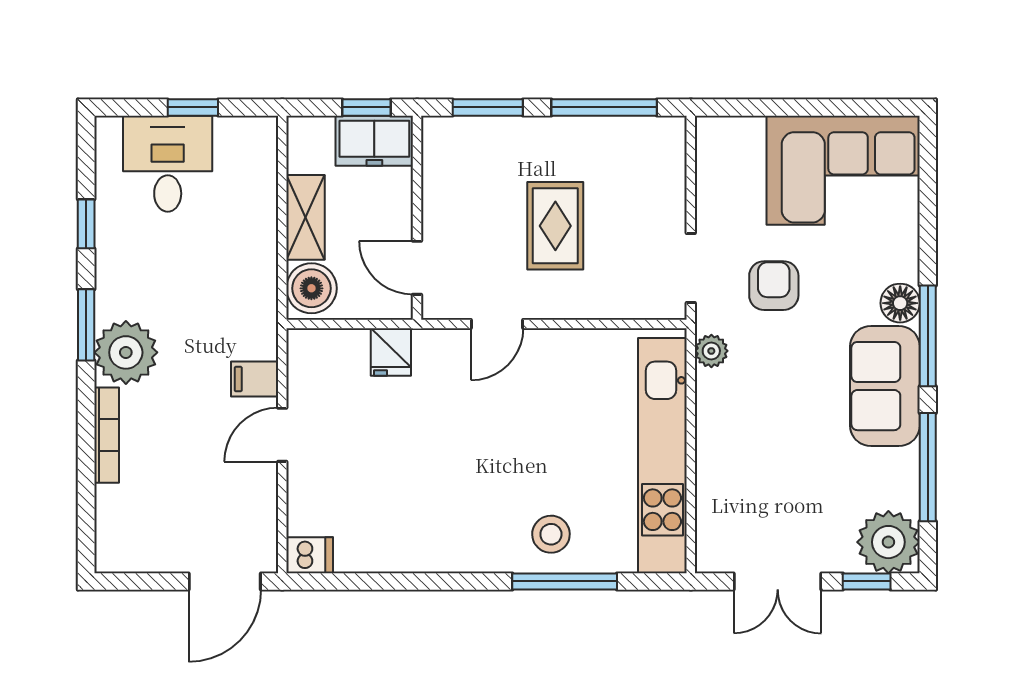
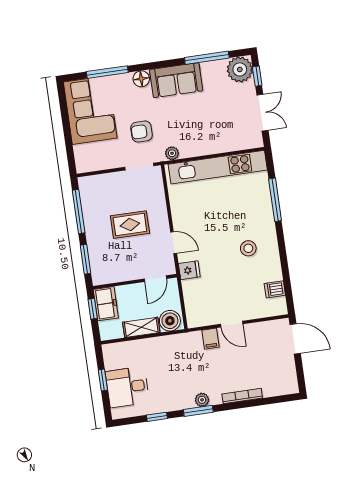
window: (928, 336) -> (107, 72), moved
plant: (126, 352) -> (202, 400), width x0.53, depth x0.53
fridge: (391, 352) -> (189, 270), moved
stool: (551, 534) -> (248, 248), moved
dishwasher: (310, 555) -> (275, 289), moved, turned -90

